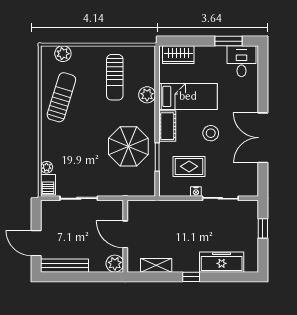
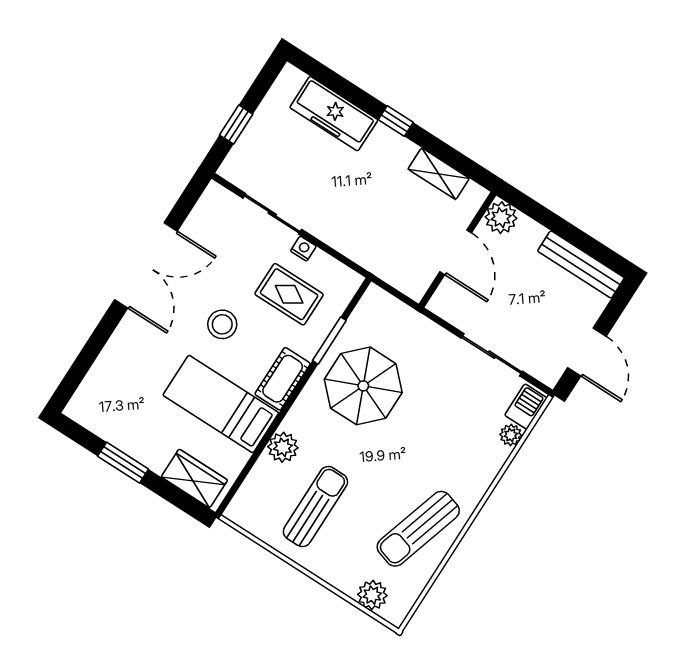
window: (229, 41) -> (123, 463), moved
desk: (241, 61) -> (103, 405), removed
door: (36, 243) -> (587, 352), moved

